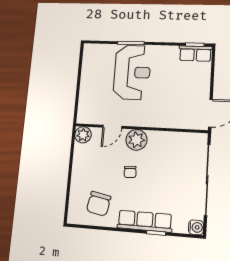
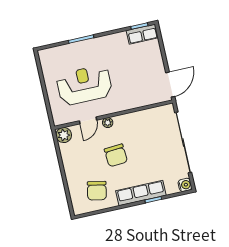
reception desk: (132, 72) -> (84, 85), moved, turned -90
plant: (136, 140) -> (108, 123), width x0.53, depth x0.53
chair: (130, 172) -> (116, 155), width x1.87, depth x1.87

